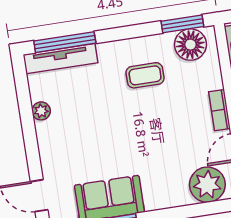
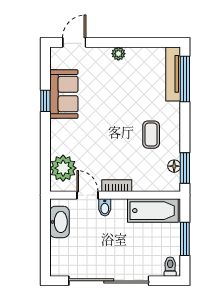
floor lamp: (190, 45) -> (174, 166), width x0.53, depth x0.53
plant: (41, 111) -> (118, 54), moved

